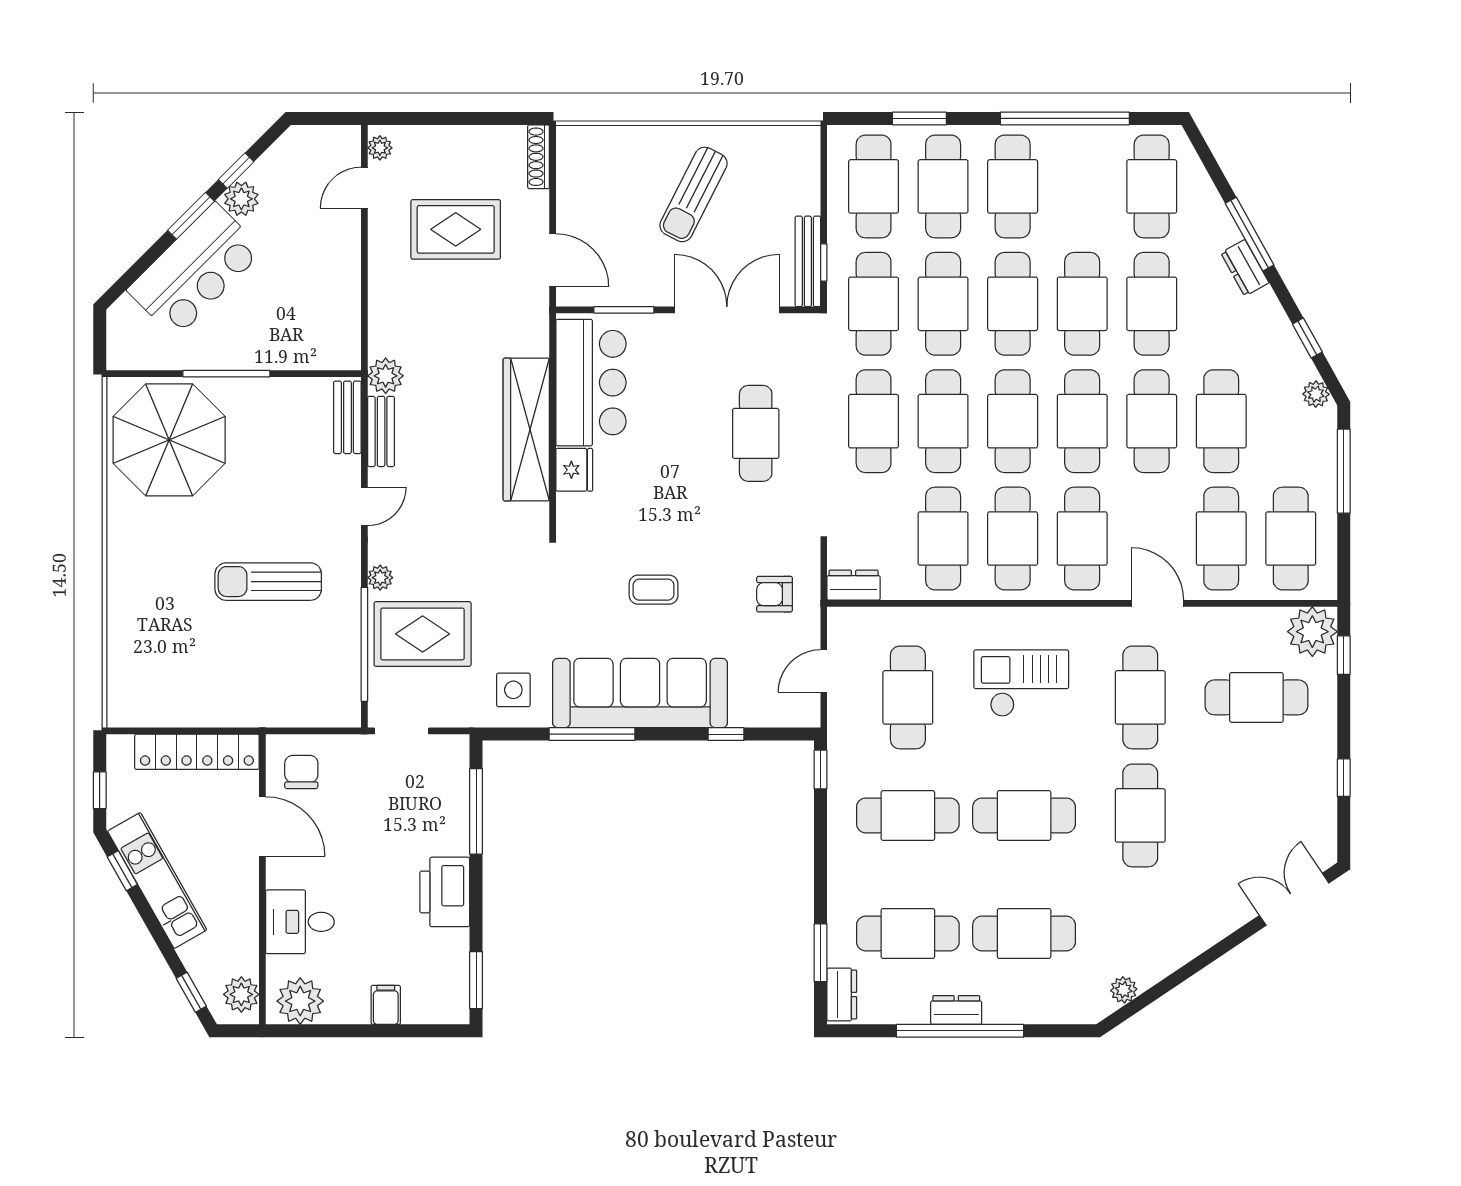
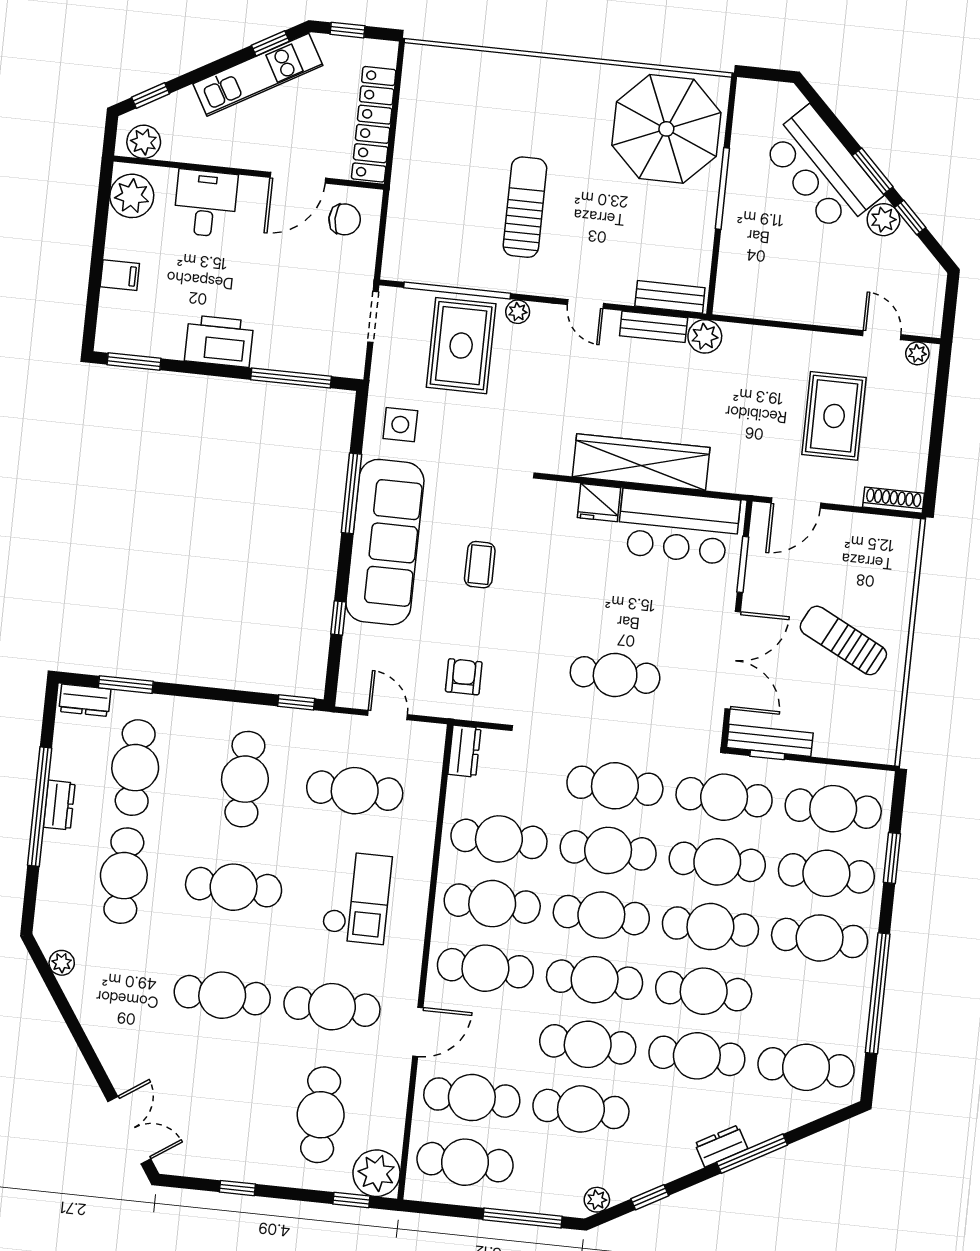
cafe table: (1024, 815) -> (234, 887), turned 90

